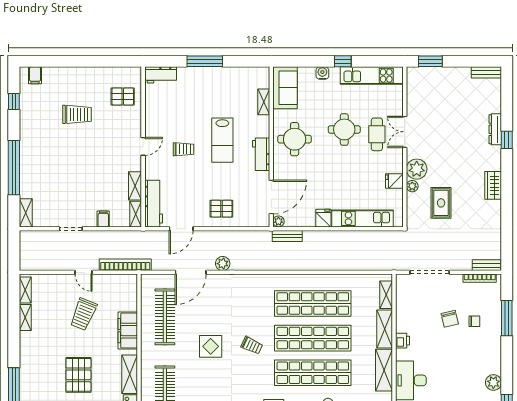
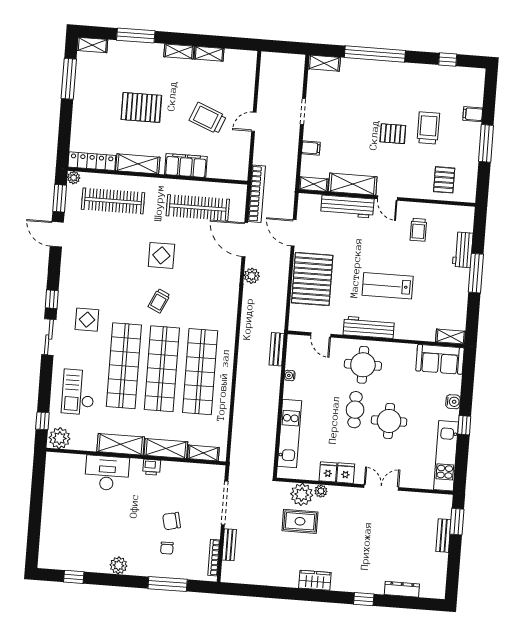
window: (87, 61) -> (486, 143), added
bench: (486, 72) -> (443, 536), moved
filing cabinet: (35, 75) -> (473, 114), moved
workbench: (161, 75) -> (463, 250), moved
shelving: (264, 102) -> (451, 337), moved
trolley: (77, 114) -> (428, 128), turned 180
dresser: (495, 129) -> (402, 589), moved
cafe table: (377, 134) -> (355, 410), moved, turned 90
round table: (295, 139) -> (363, 365), moved
pallet: (85, 146) -> (393, 134), added
trolley: (184, 149) -> (418, 230), moved
workbench: (261, 154) -> (369, 327), width x1.38
plant: (417, 169) -> (302, 494), moved
shelving: (135, 186) -> (353, 184), width x1.50, depth x1.33
door: (271, 197) -> (321, 335), width x0.53
workbench: (154, 204) -> (347, 207), moved
pallet: (221, 209) -> (312, 279), width x2.05, depth x2.00
fridge: (323, 218) -> (346, 473), moved, turned -90
plant: (278, 221) -> (293, 341), removed
water cooler: (310, 222) -> (290, 375), added
bookcase: (125, 265) -> (257, 194), moved
bench: (487, 265) -> (229, 545), moved
shelving: (25, 290) -> (179, 51), moved
plant: (493, 382) -> (119, 565), moved

